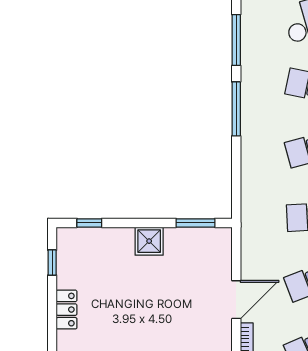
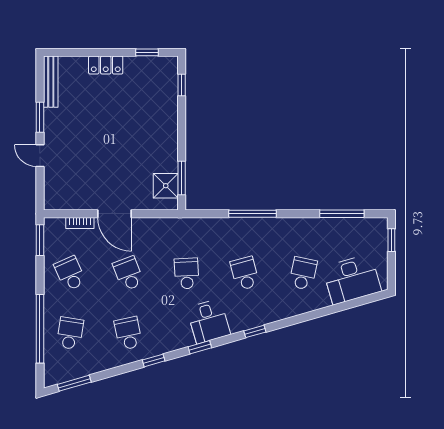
window: (236, 109) -> (252, 214), moved
shower: (149, 241) -> (166, 186), moved

